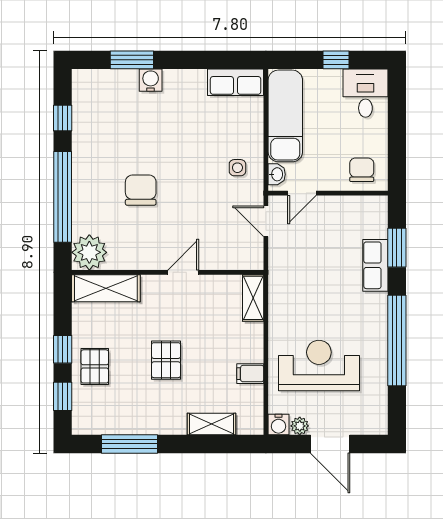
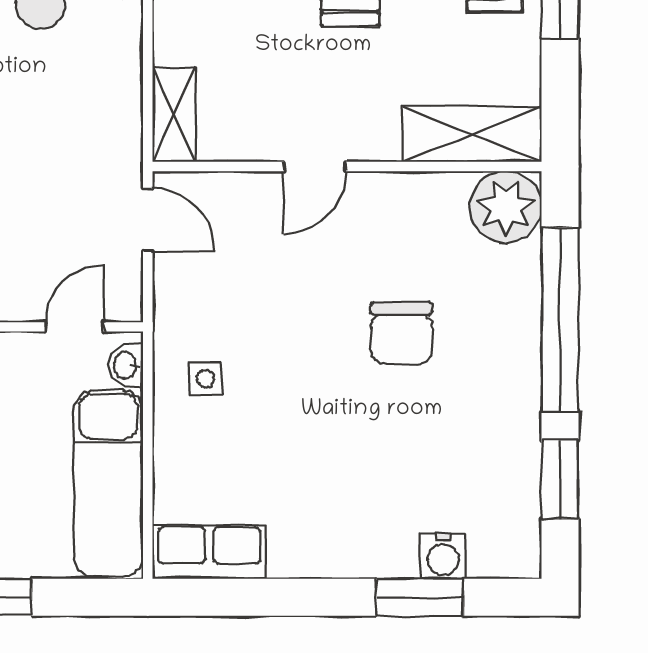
water cooler: (151, 80) -> (443, 556), moved
window: (63, 118) -> (560, 479), width x1.50
door: (266, 221) -> (148, 220), moved

